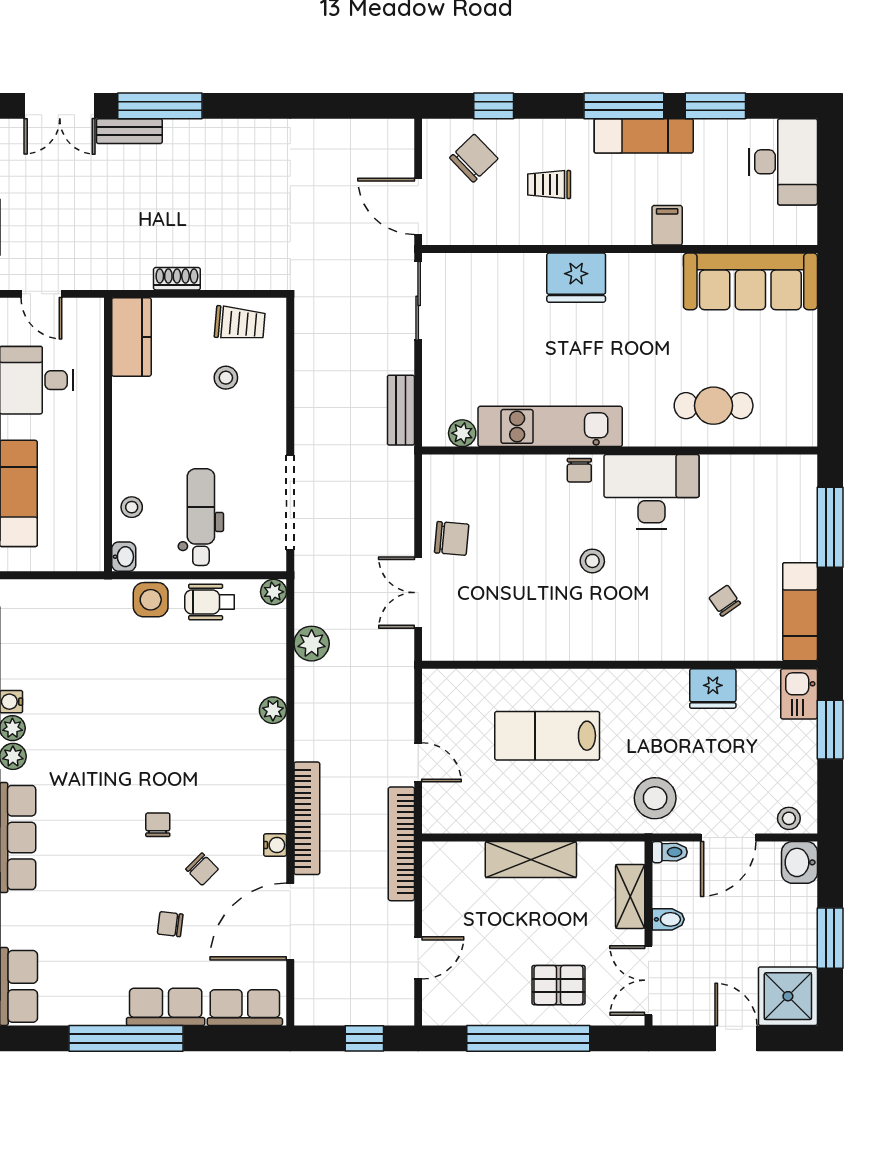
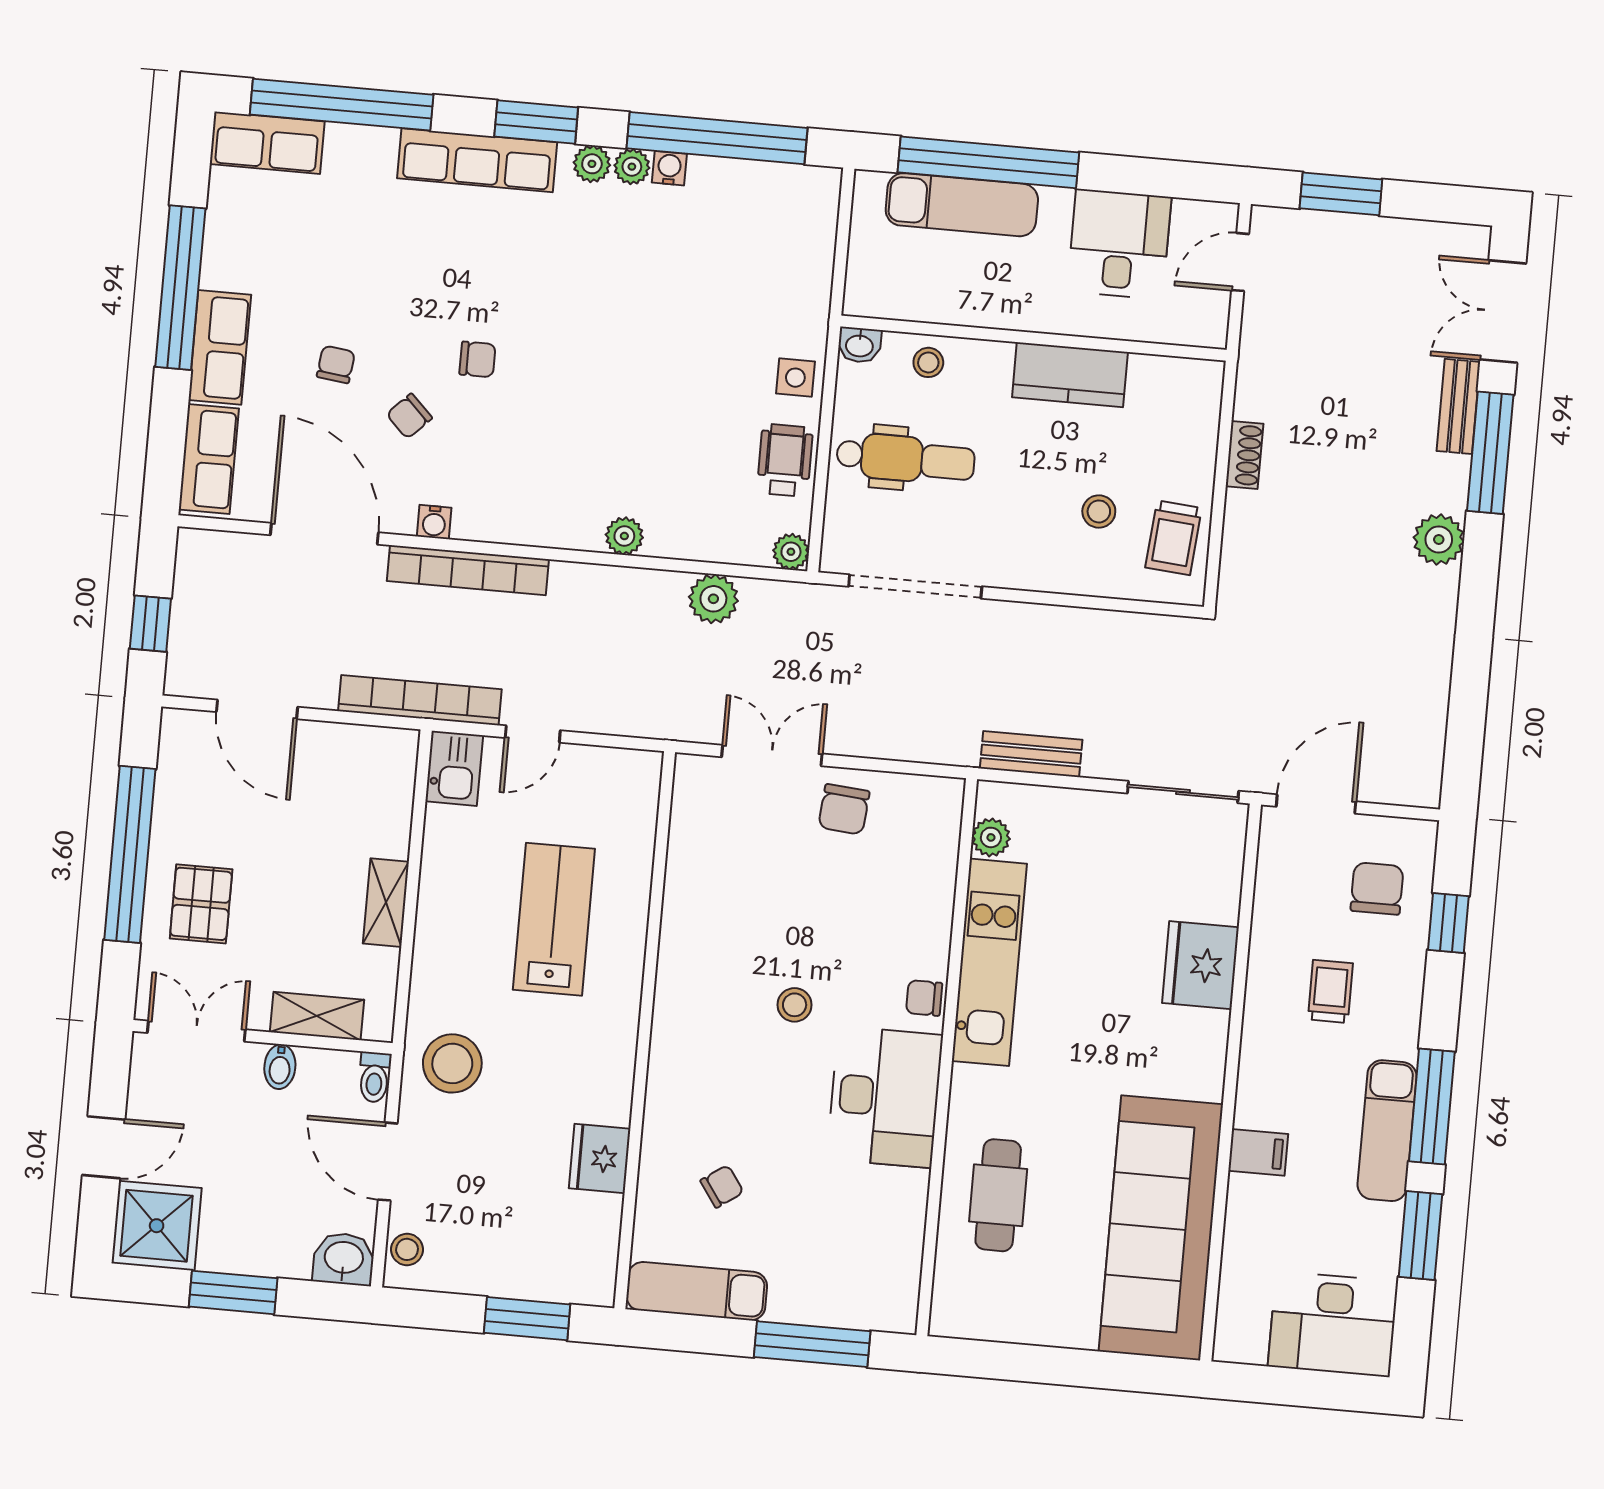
plant: (224, 137) -> (1439, 539), added
chair: (474, 158) -> (1377, 889), turned -136
fridge: (576, 278) -> (1201, 965), moved
sofa: (750, 281) -> (1161, 1228), width x1.36, depth x1.27
kitchen counter: (131, 337) -> (1070, 375), moved
side table: (151, 600) -> (795, 378), width x0.73, depth x0.73
kitchen sink: (799, 694) -> (454, 768), moved, turned 90
shelving: (531, 860) -> (386, 903), width x0.67, depth x0.75
door: (418, 958) -> (257, 709), width x1.38

